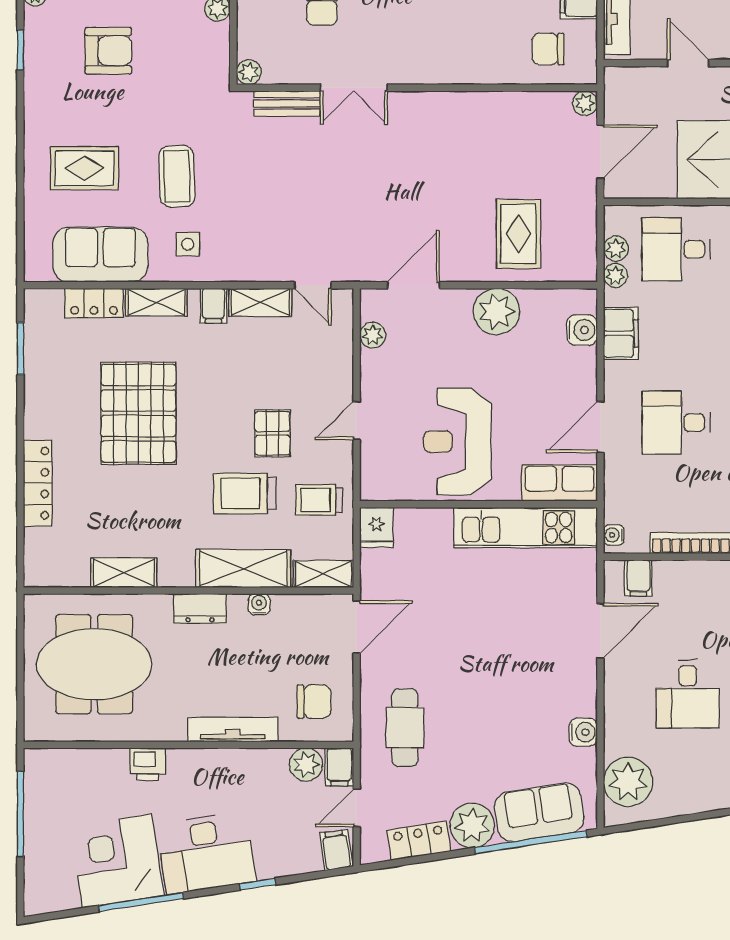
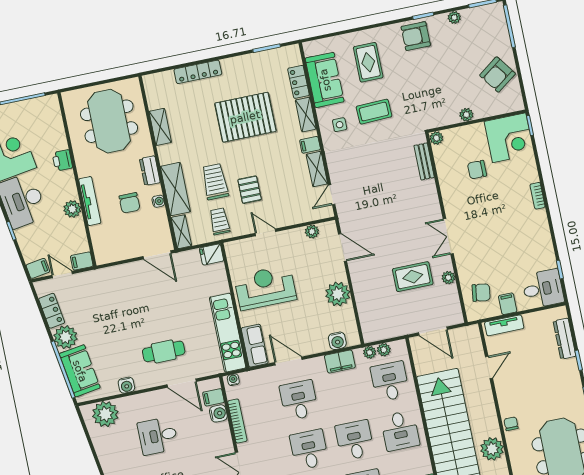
chair: (548, 49) -> (481, 293), turned 98
armchair: (108, 51) -> (416, 36), moved, turned 90
double door: (354, 88) -> (448, 236), moved
plant: (585, 103) -> (448, 278), moved
rug: (518, 234) -> (413, 277), moved
pallet: (272, 433) -> (250, 190), turned 90
water cooler: (670, 575) -> (218, 413), added
chair: (314, 702) -> (130, 203), moved
cafe table: (405, 728) -> (164, 351), moved
plant: (306, 765) -> (72, 209), moved

